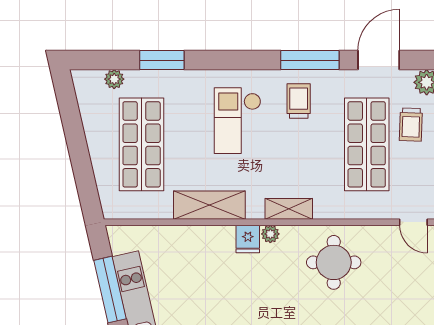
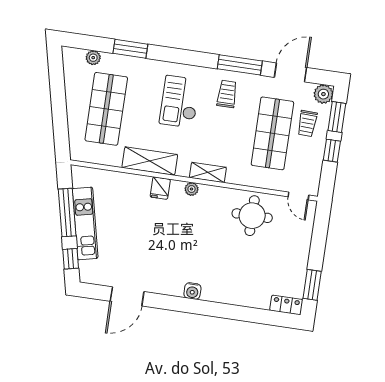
fridge: (248, 239) -> (160, 188), moved
round table: (334, 262) -> (252, 216), moved

